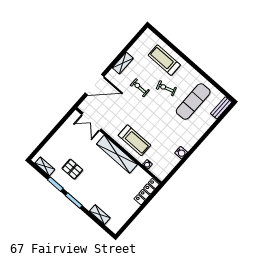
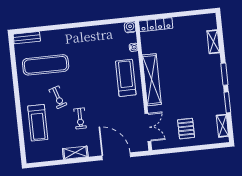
water cooler: (181, 153) -> (130, 27), moved
pallet: (72, 169) -> (186, 129), moved

